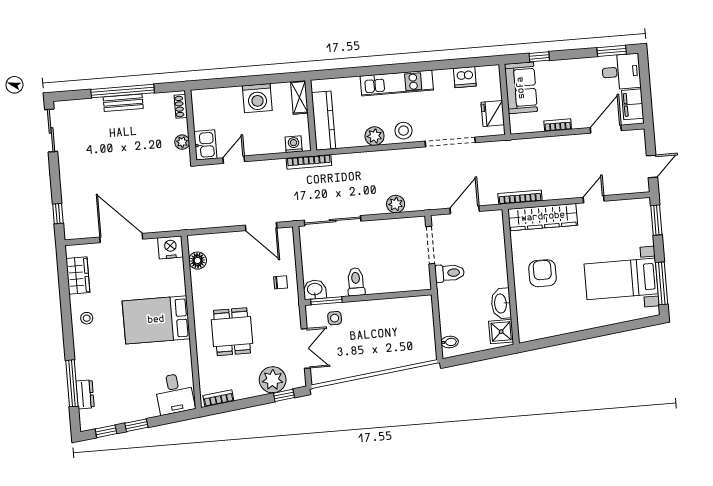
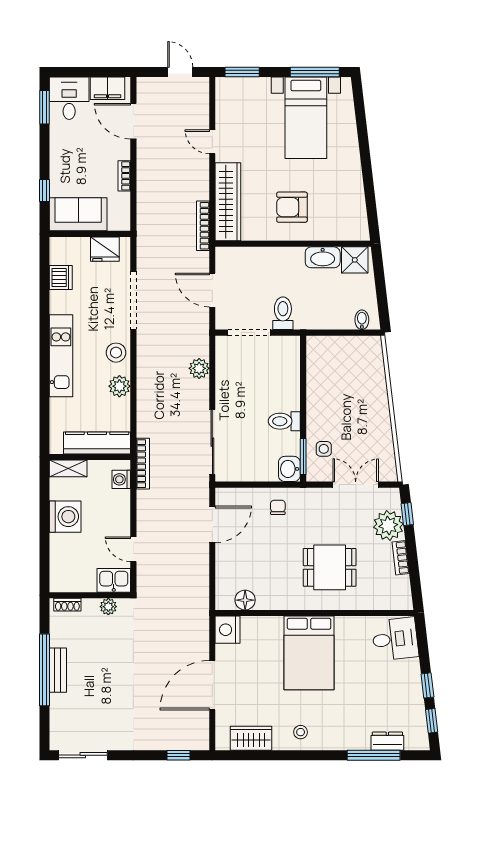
bookcase: (218, 398) -> (401, 558), moved

